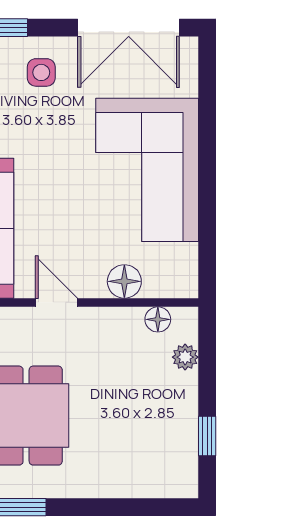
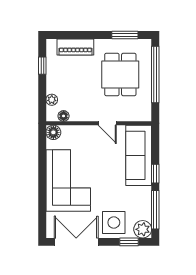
side table: (41, 72) -> (114, 222), width x1.87, depth x1.87
floor lamp: (124, 281) -> (53, 132), moved
piano: (130, 479) -> (75, 47), added

